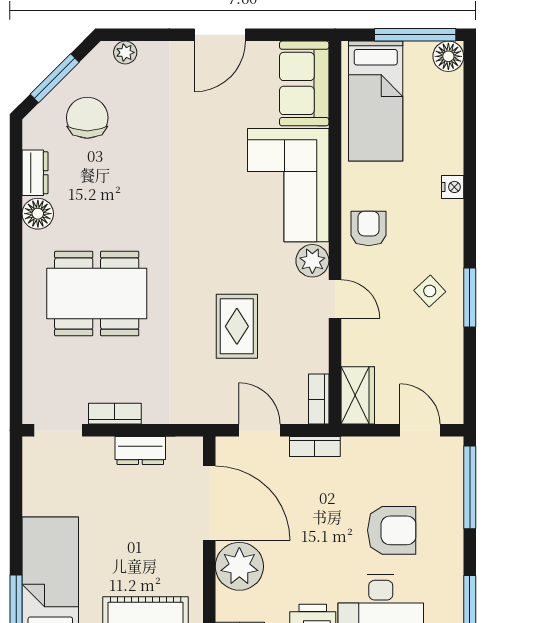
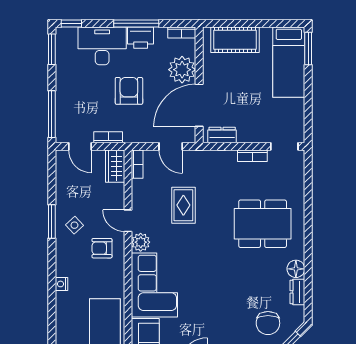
armchair: (369, 228) -> (102, 248), moved, turned 90
bookcase: (315, 447) -> (108, 137), moved
dresser: (140, 451) -> (222, 135), moved
door: (209, 503) -> (199, 105), hinge flipped
armchair: (392, 530) -> (129, 91), moved, turned 90

